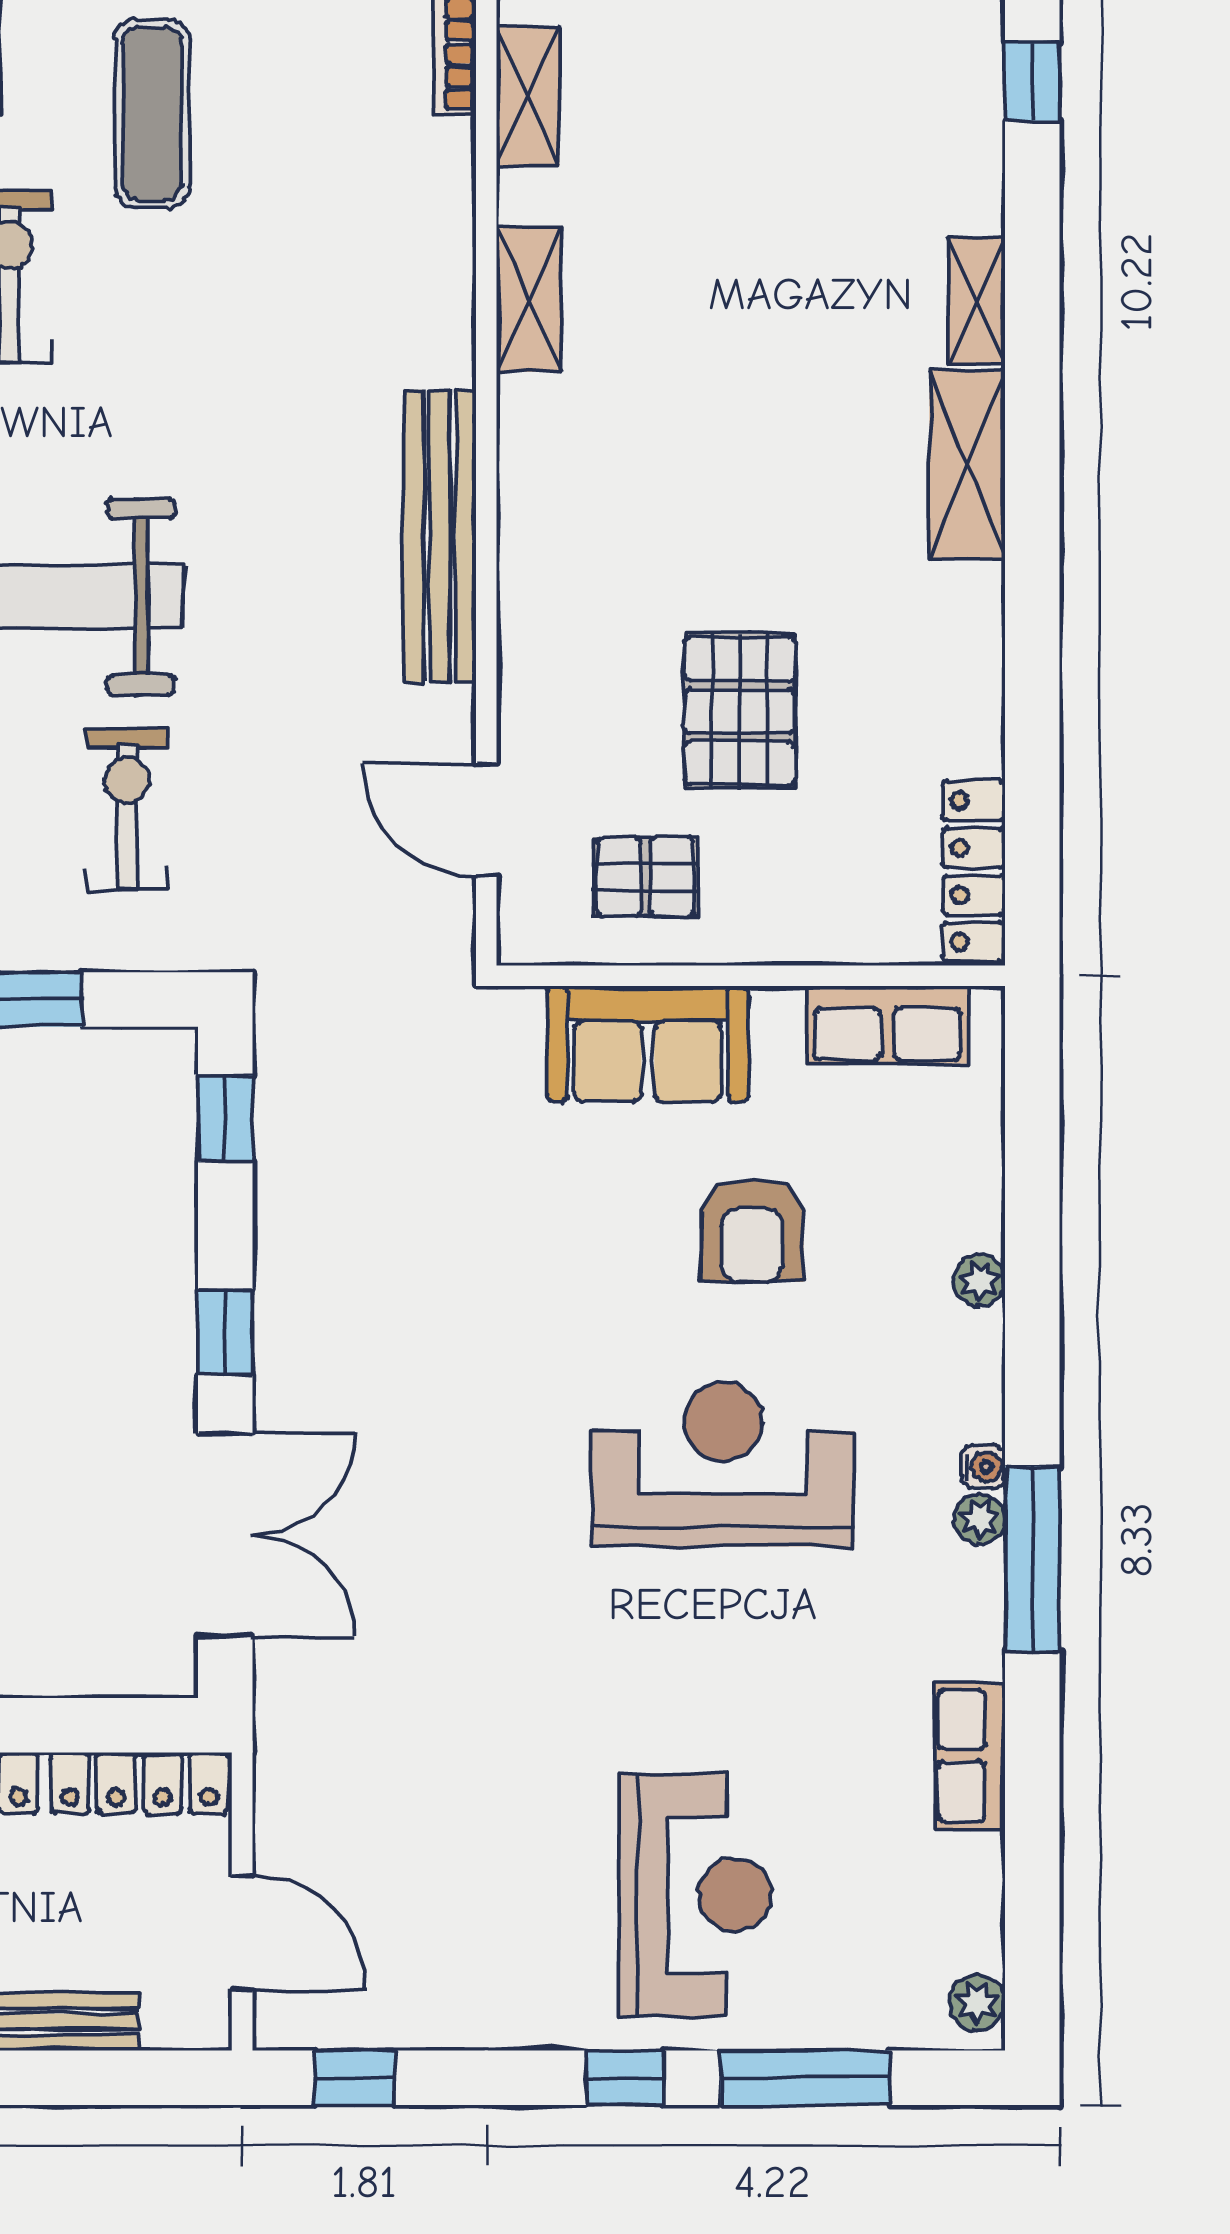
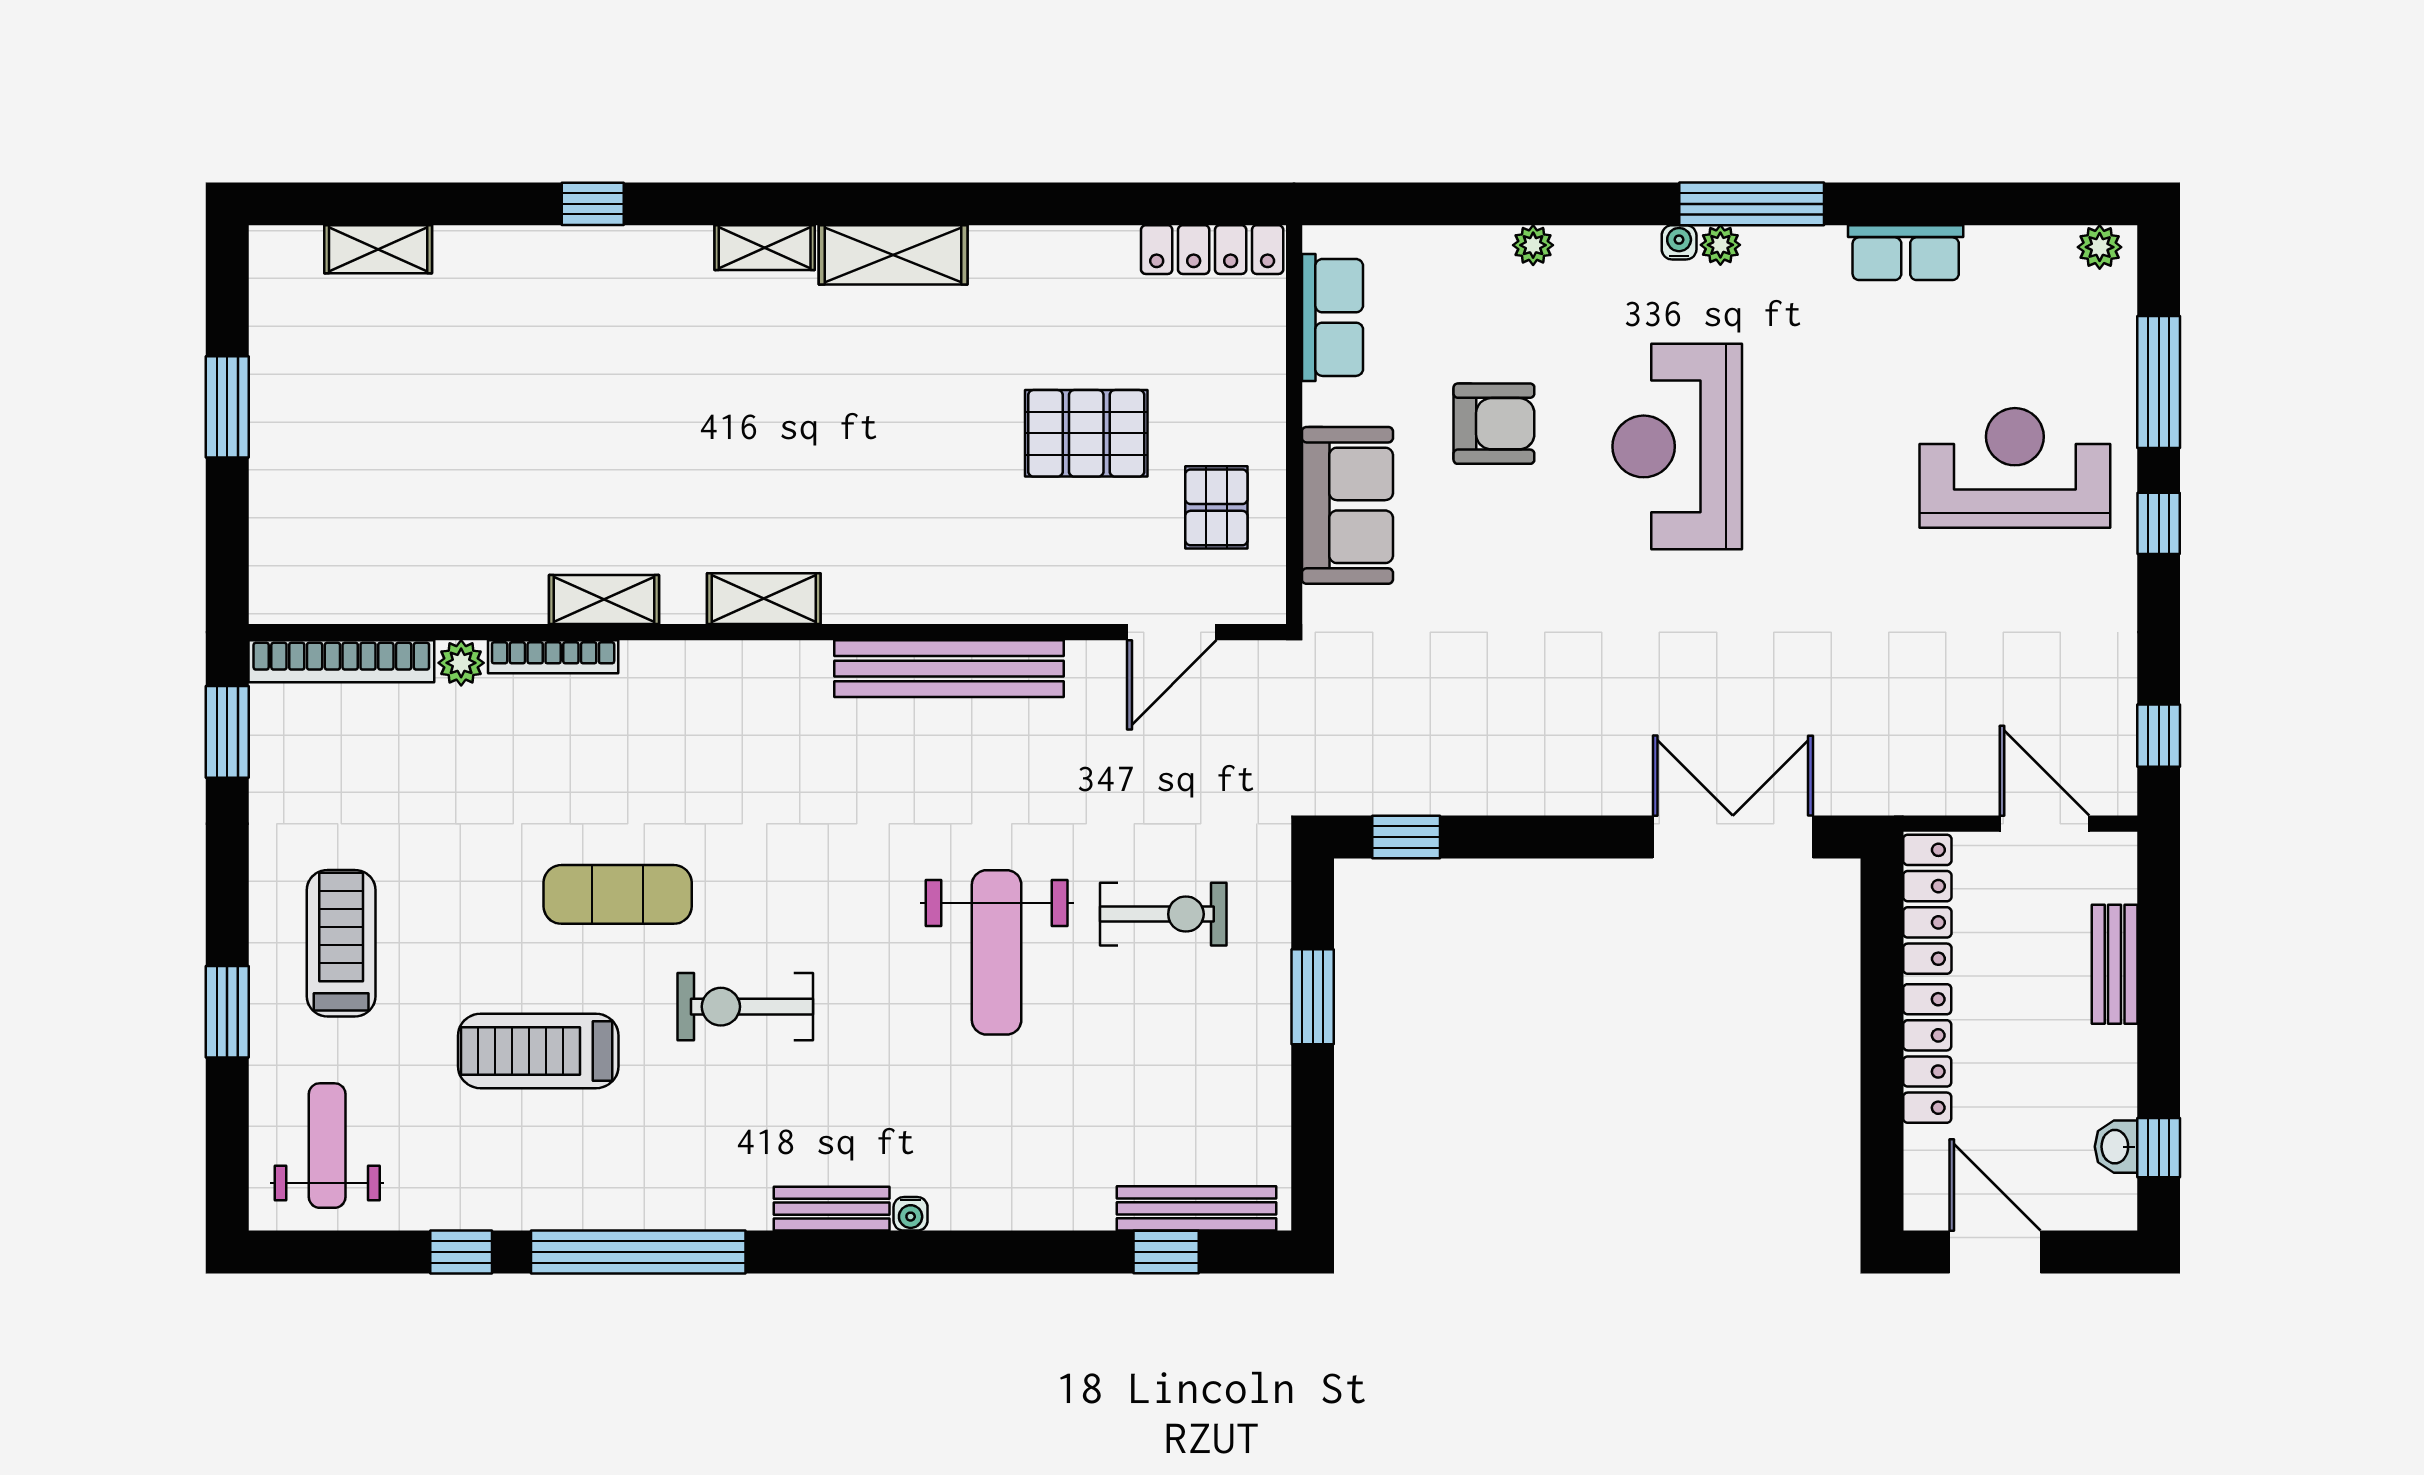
exercise bike: (127, 809) -> (1163, 914), turned 180
window: (225, 1332) -> (1574, 837), removed
door: (242, 1932) -> (2045, 824), hinge flipped

